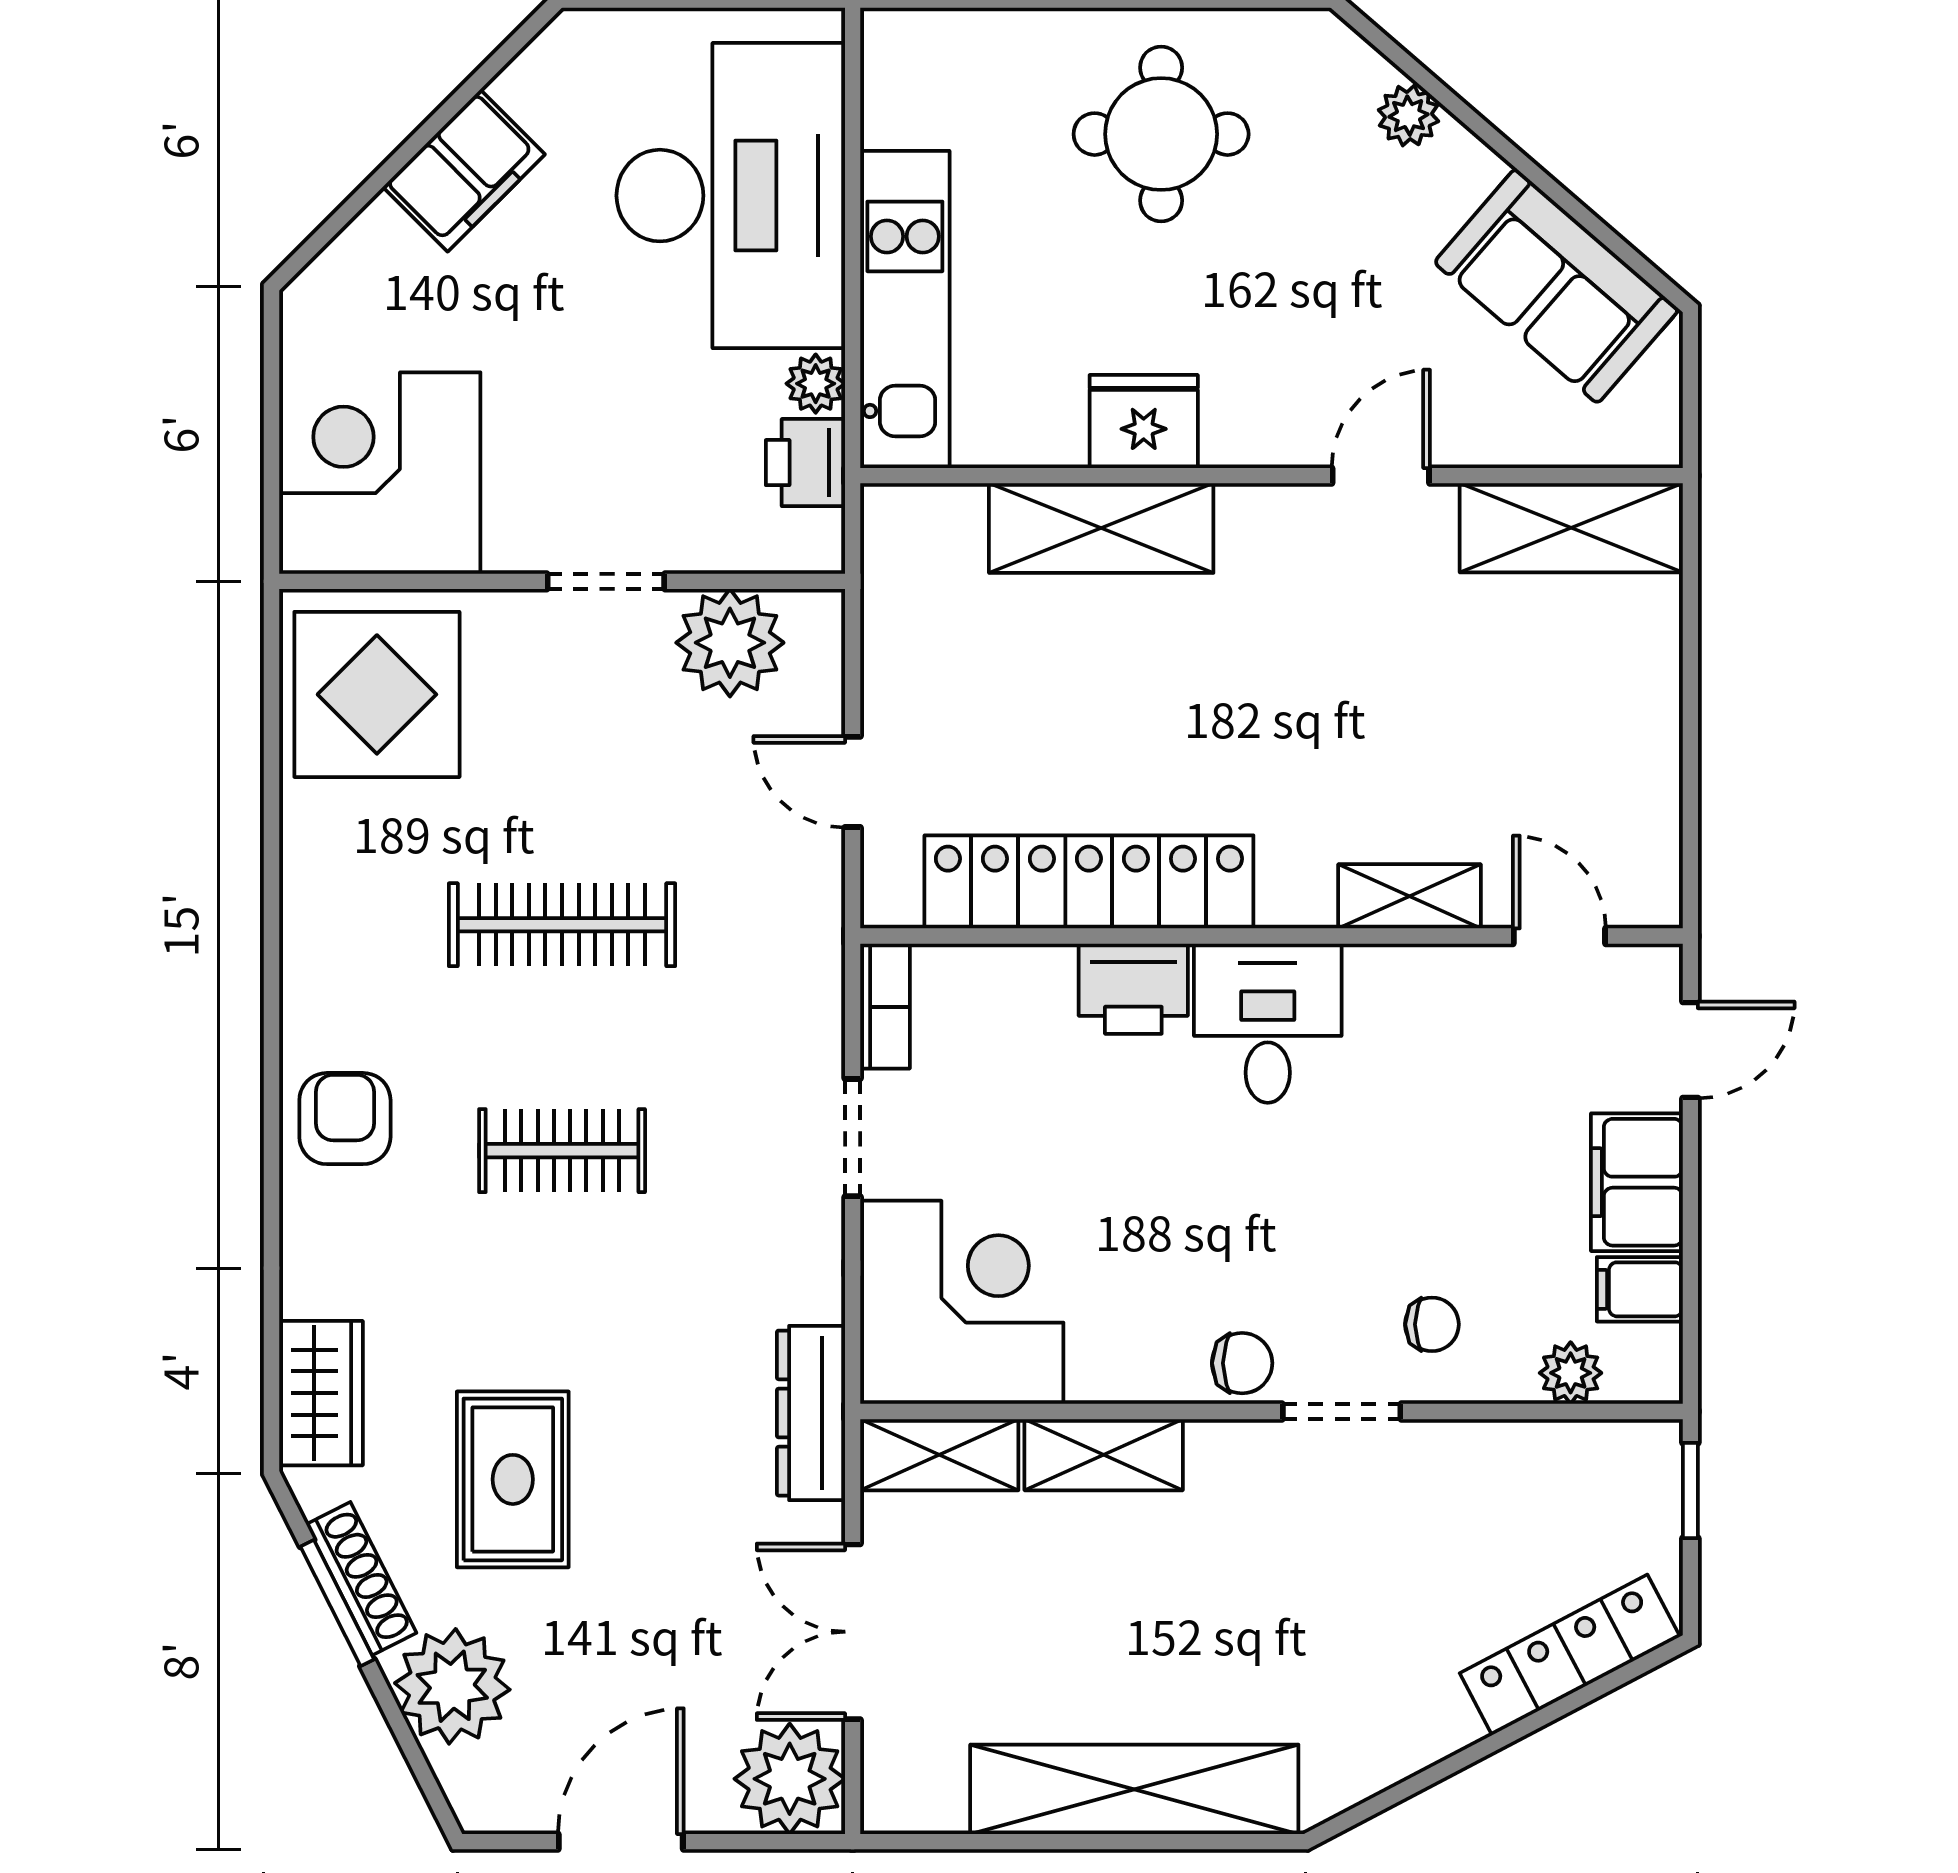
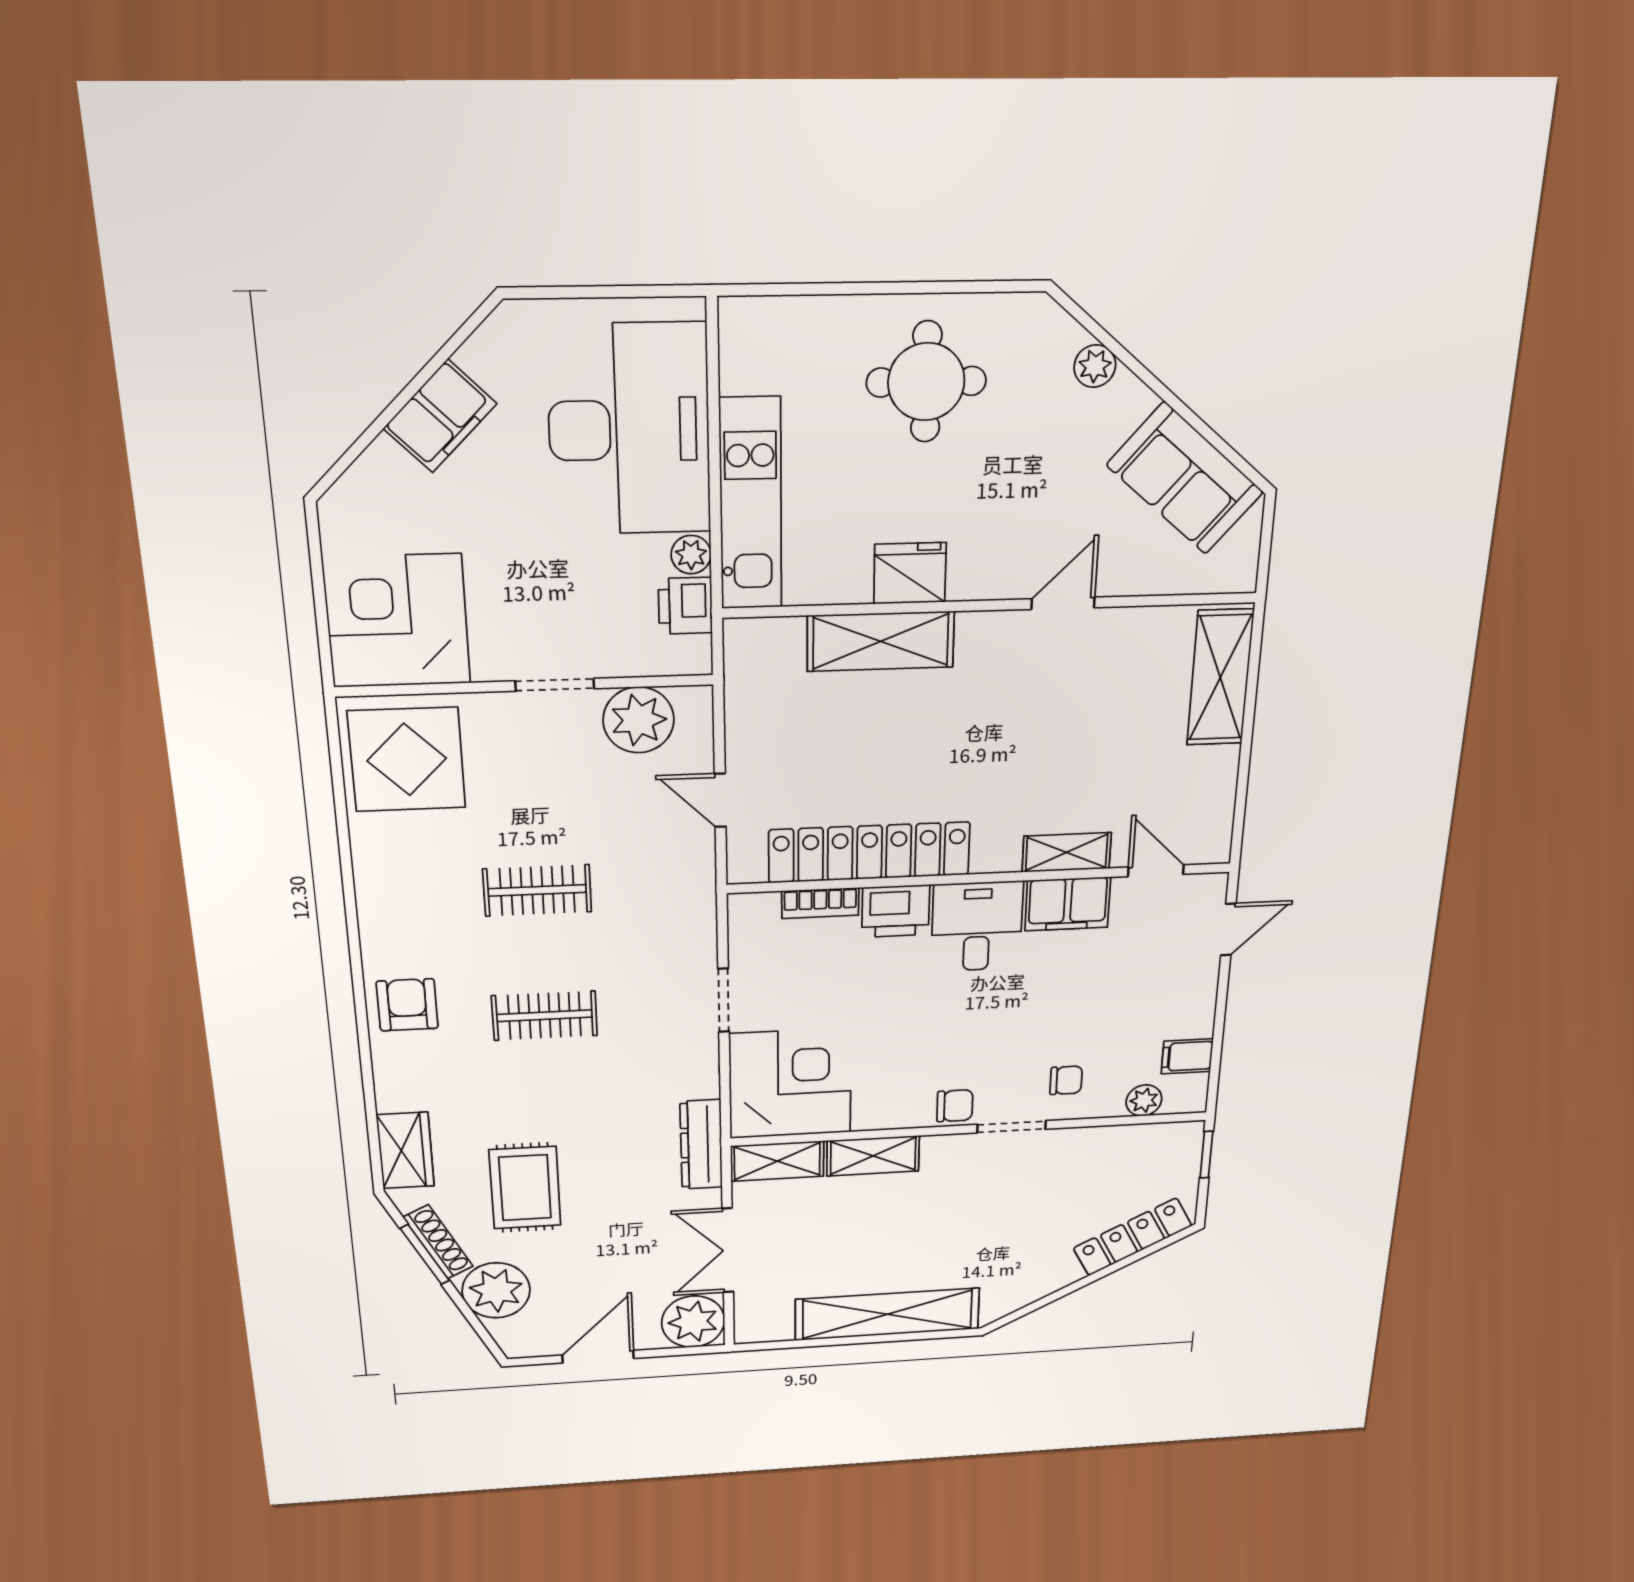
shelving: (1571, 528) -> (1220, 678), moved, turned 90
clothes rail: (562, 925) -> (537, 890), width x0.73
bookcase: (885, 1007) -> (820, 903), moved, turned 90
filing cabinet: (1637, 1182) -> (1068, 904), moved, turned -90

